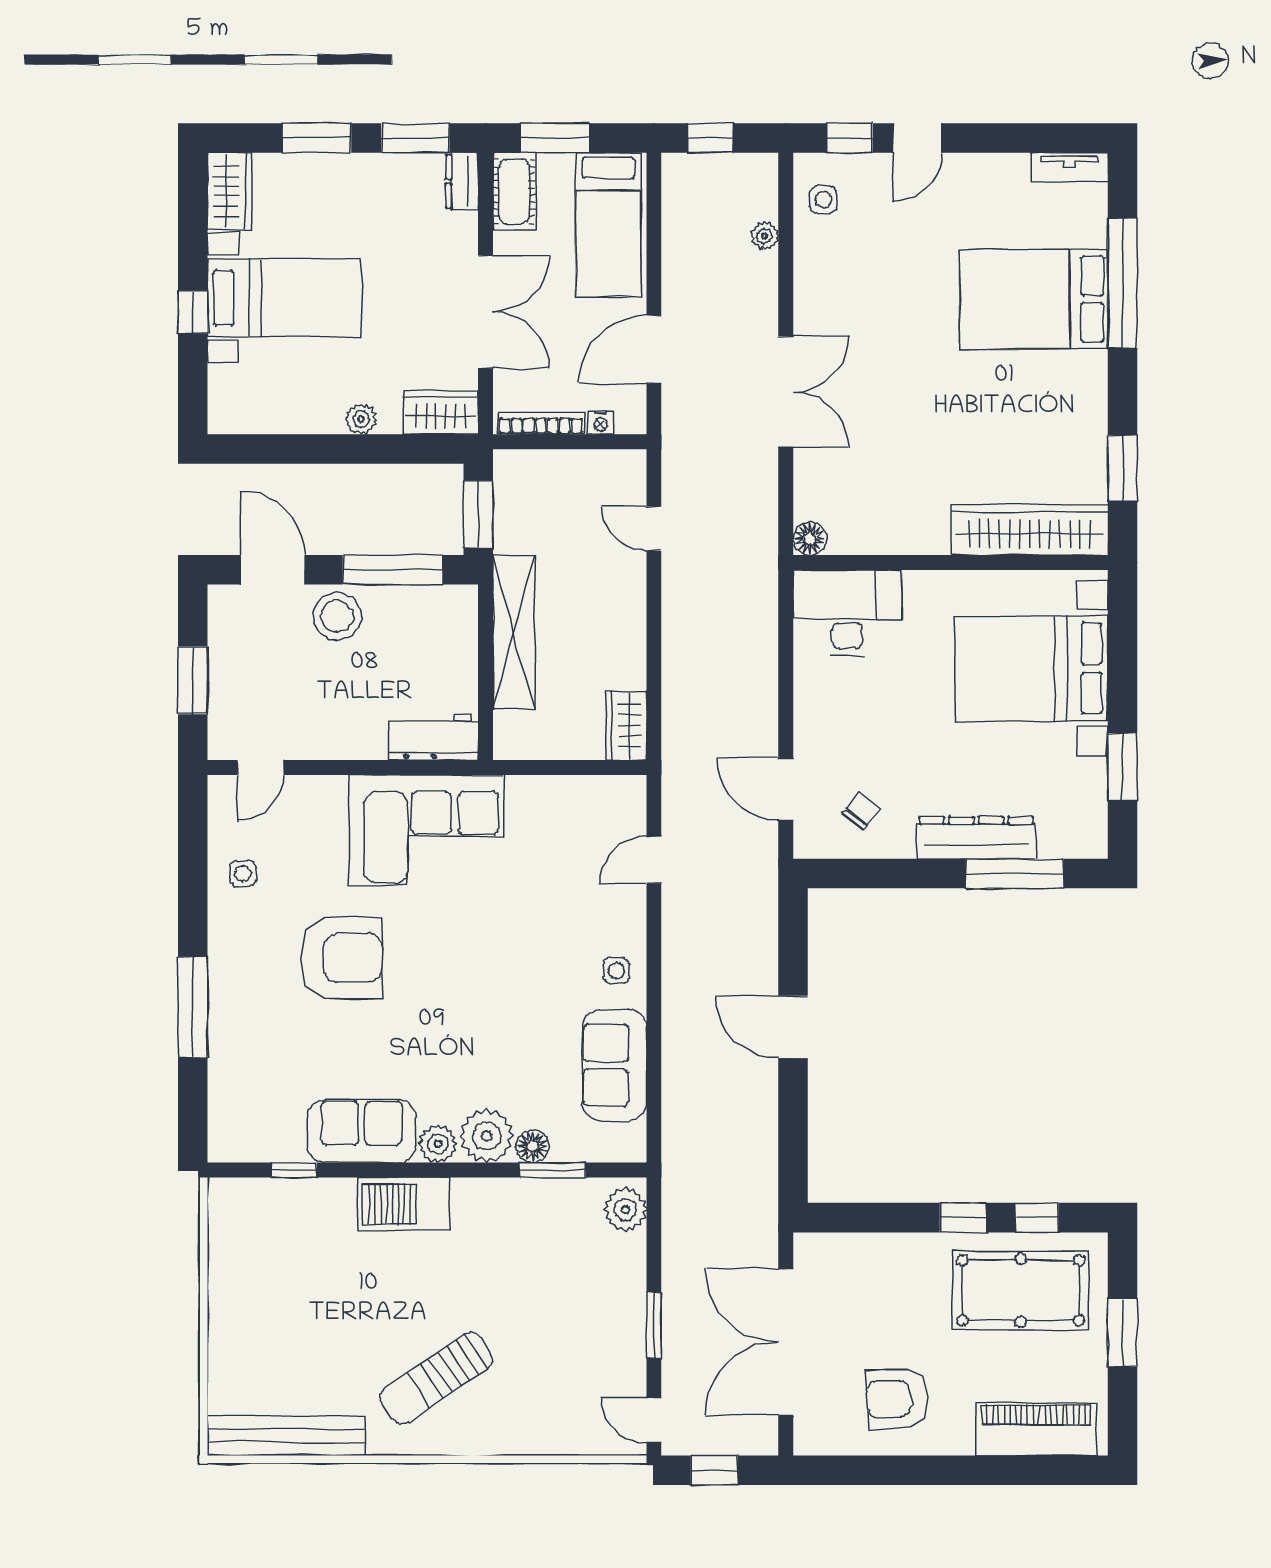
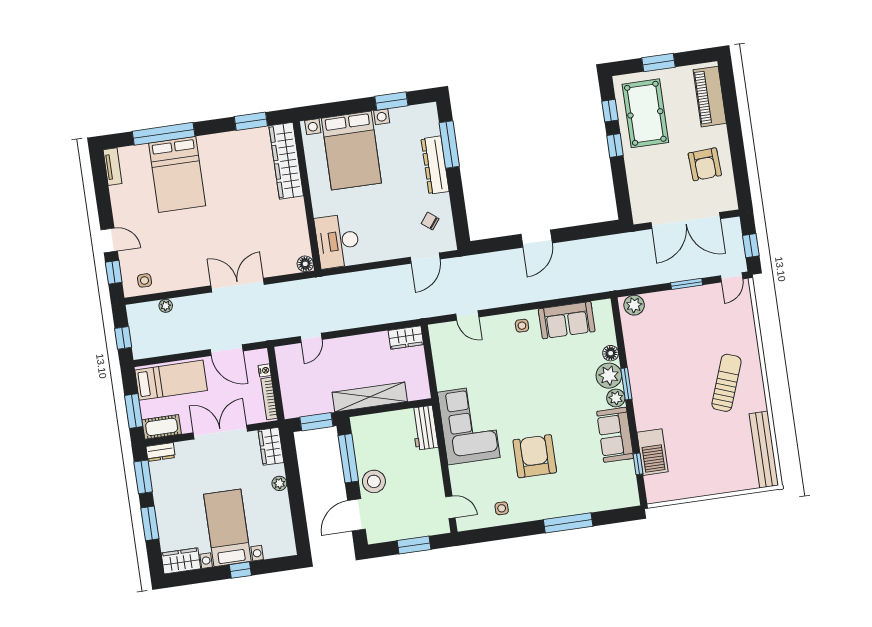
window: (553, 1170) -> (626, 384), moved
barbecue: (403, 1204) -> (653, 452), moved
sun lounger: (436, 1378) -> (726, 383), turned -126

